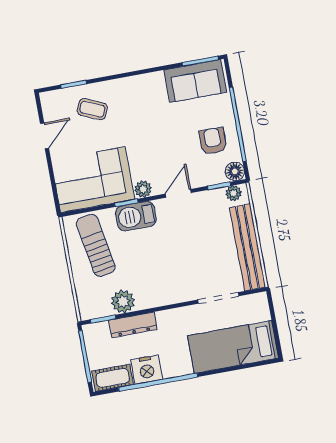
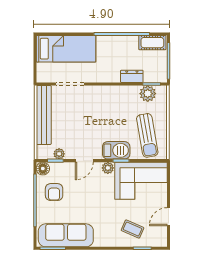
sofa: (195, 81) -> (66, 235), width x1.36
plant: (233, 193) -> (59, 154), moved
plant: (123, 302) -> (148, 94), moved
dresser: (133, 325) -> (132, 76), width x0.70
nightstand: (147, 370) -> (128, 44), removed

